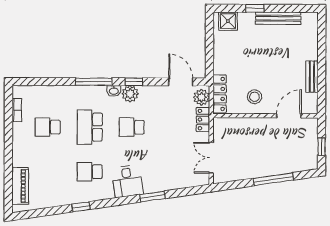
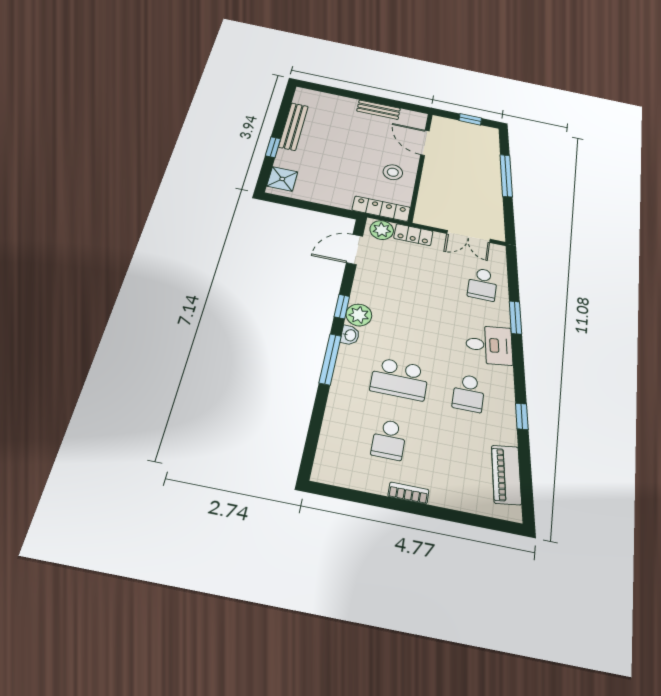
bookcase: (17, 110) -> (408, 493), moved
school desk: (132, 127) -> (483, 284), moved
piano: (20, 186) -> (506, 475), moved, turned -98

